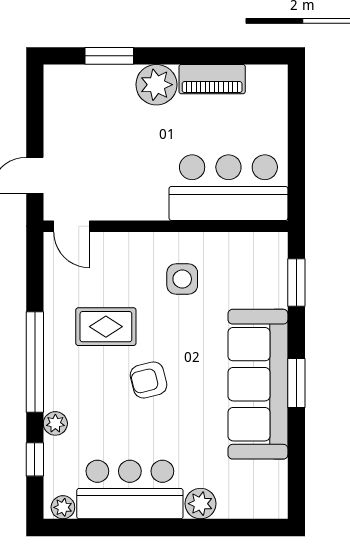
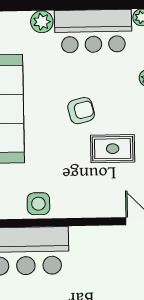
side table: (182, 279) -> (38, 204), moved

